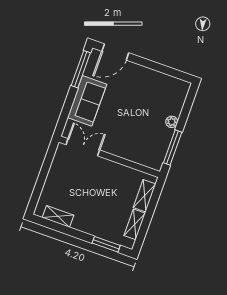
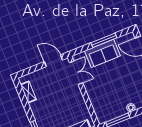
window: (81, 69) -> (104, 40), moved
door: (48, 160) -> (53, 61), added

